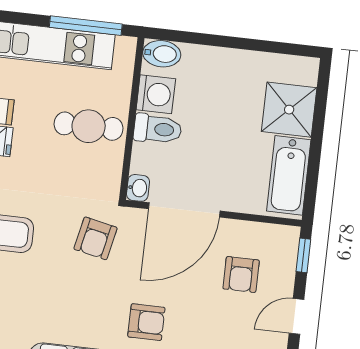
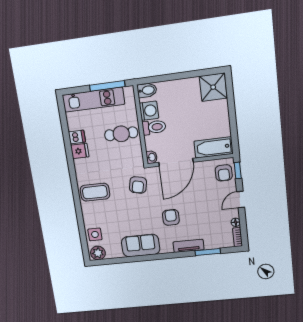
shower: (289, 110) -> (213, 87), moved
bathtub: (289, 175) -> (214, 147), moved, turned 90
armchair: (241, 274) -> (224, 173), moved
armchair: (146, 322) -> (171, 217), turned -90

